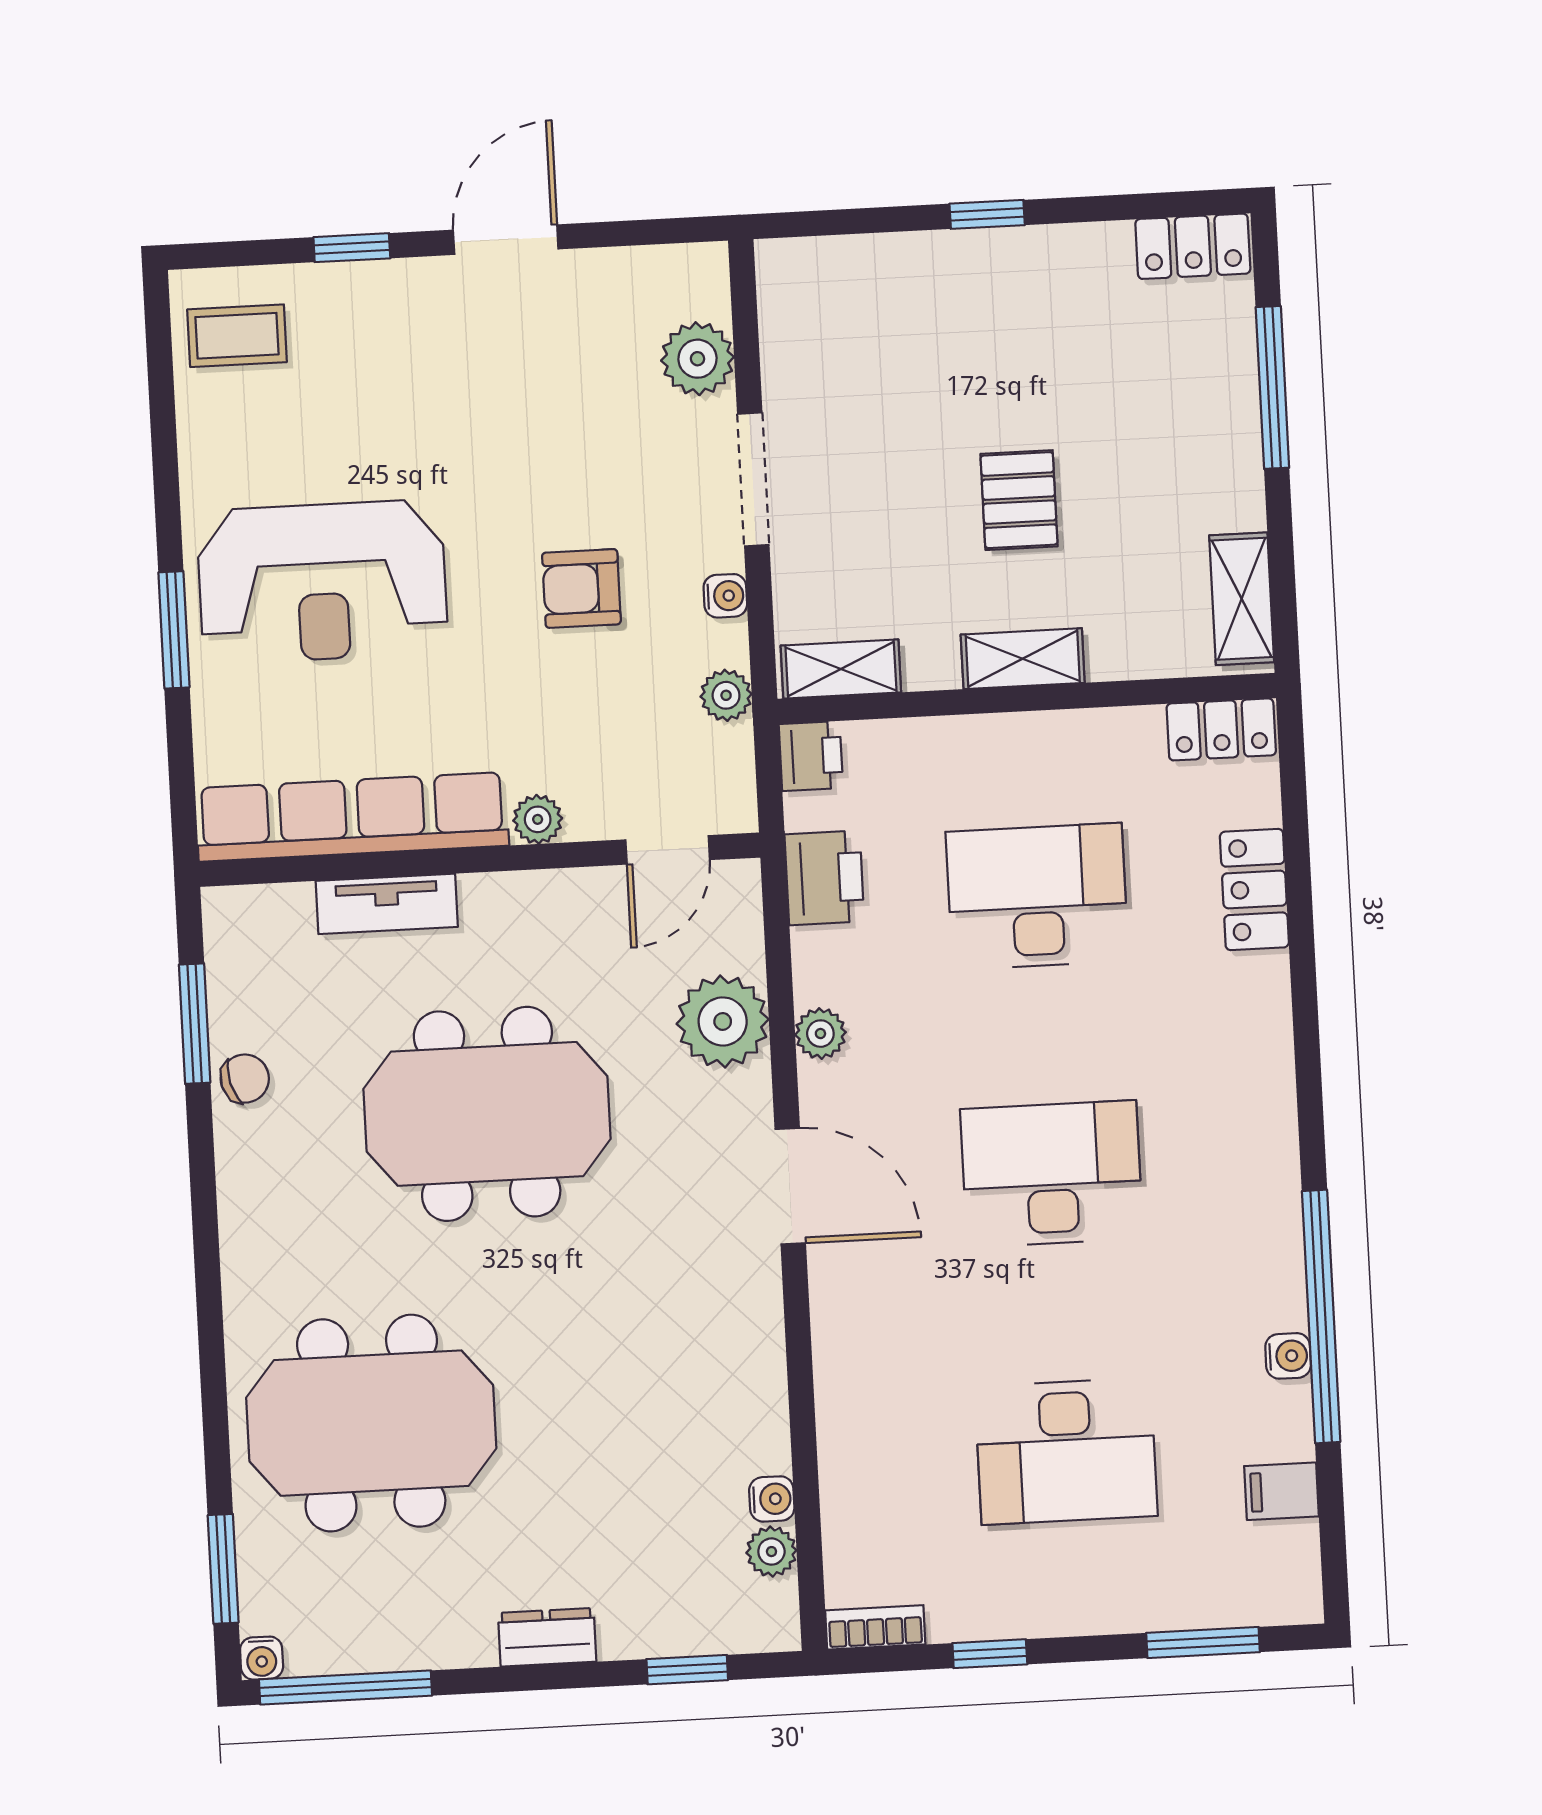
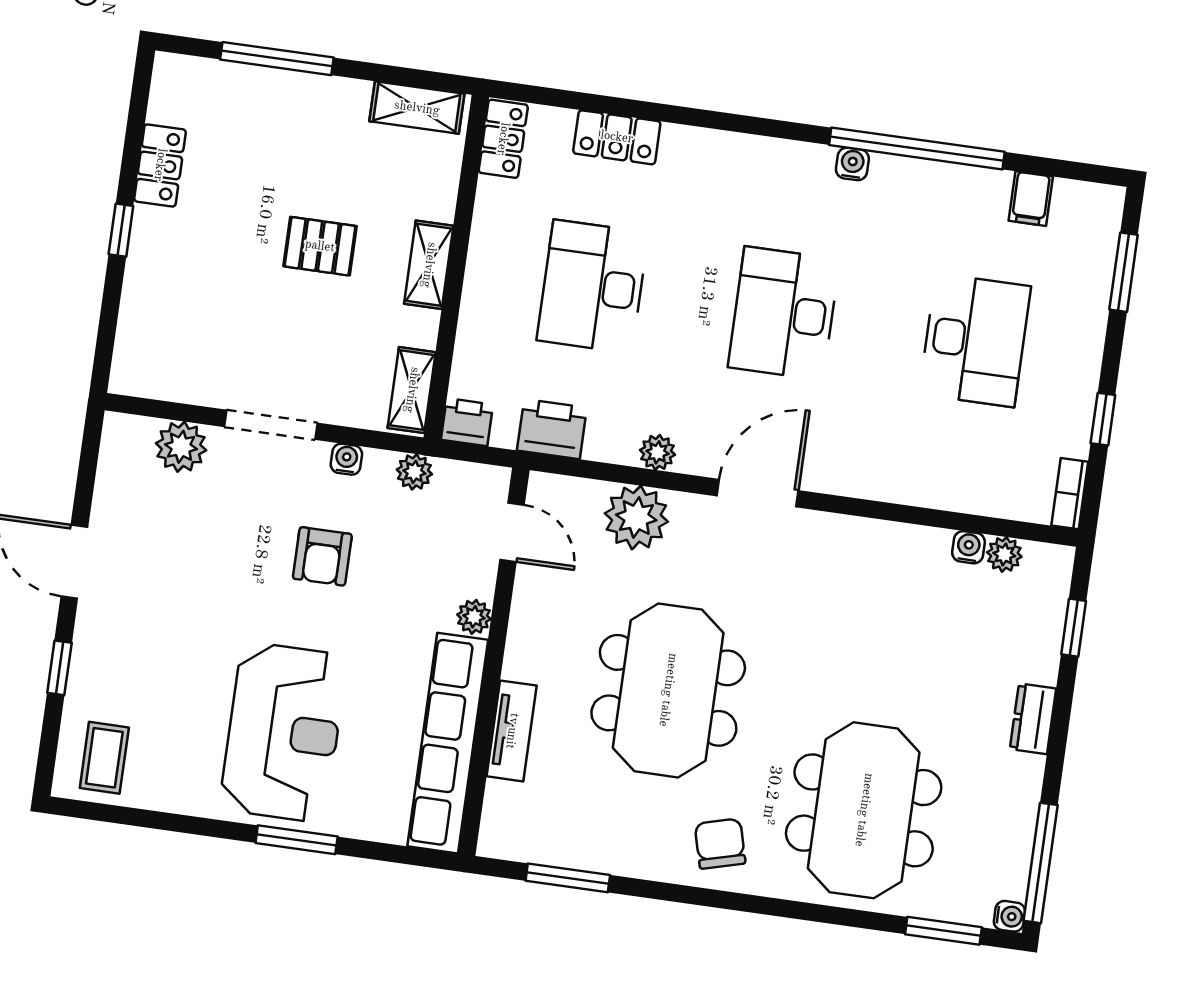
locker: (1193, 246) -> (160, 165), moved
chair: (245, 1079) -> (720, 844), moved, width x1.37, depth x1.37
water cooler: (1288, 1356) -> (852, 164), moved

